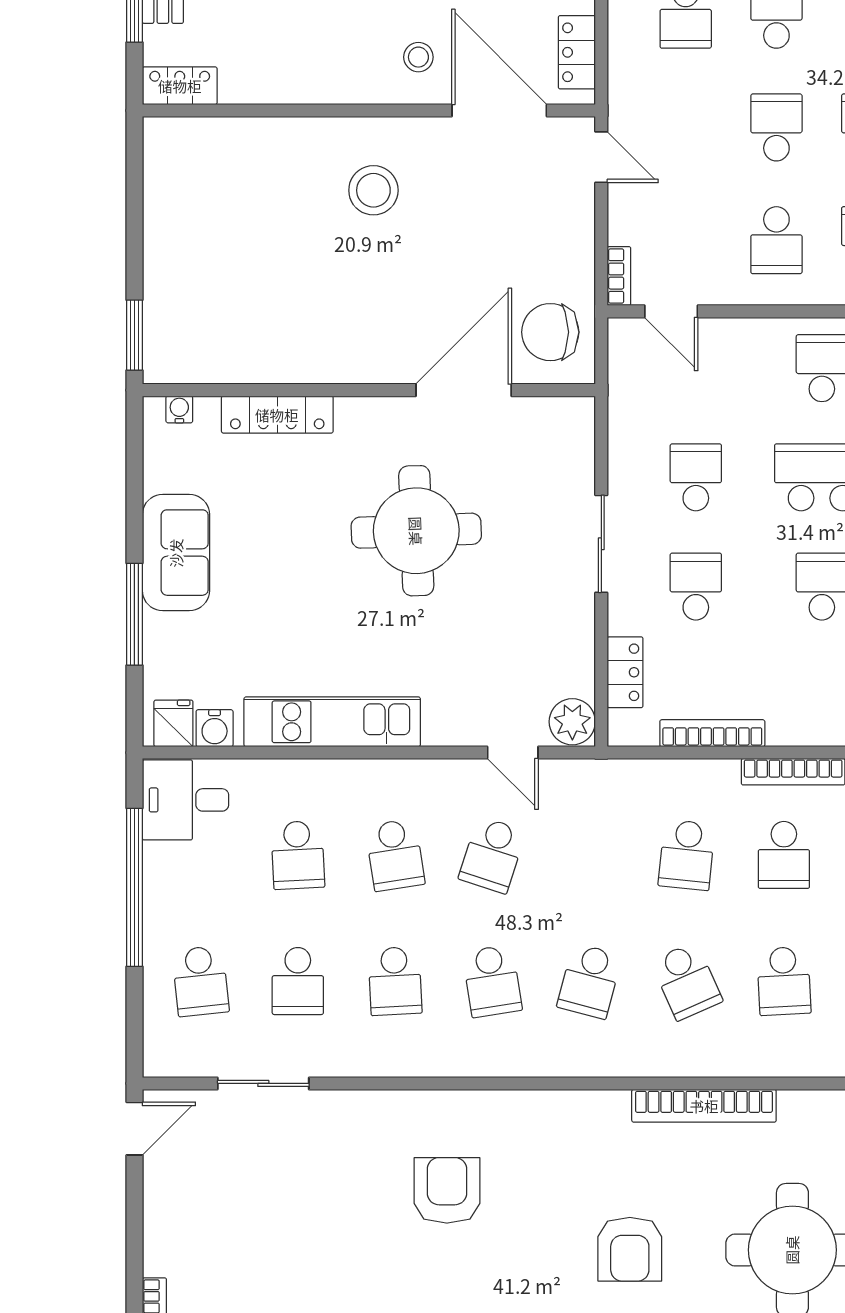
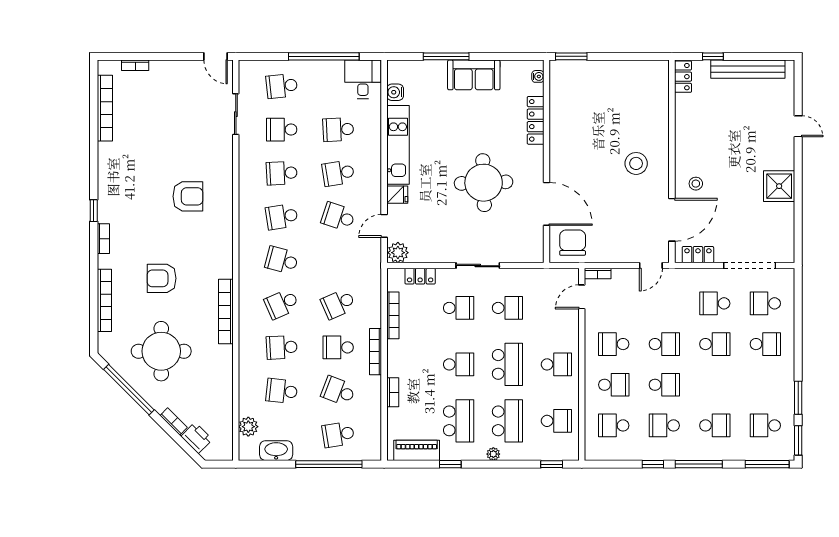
fridge: (173, 723) -> (397, 195), moved
school desk: (687, 855) -> (338, 304), turned -30

